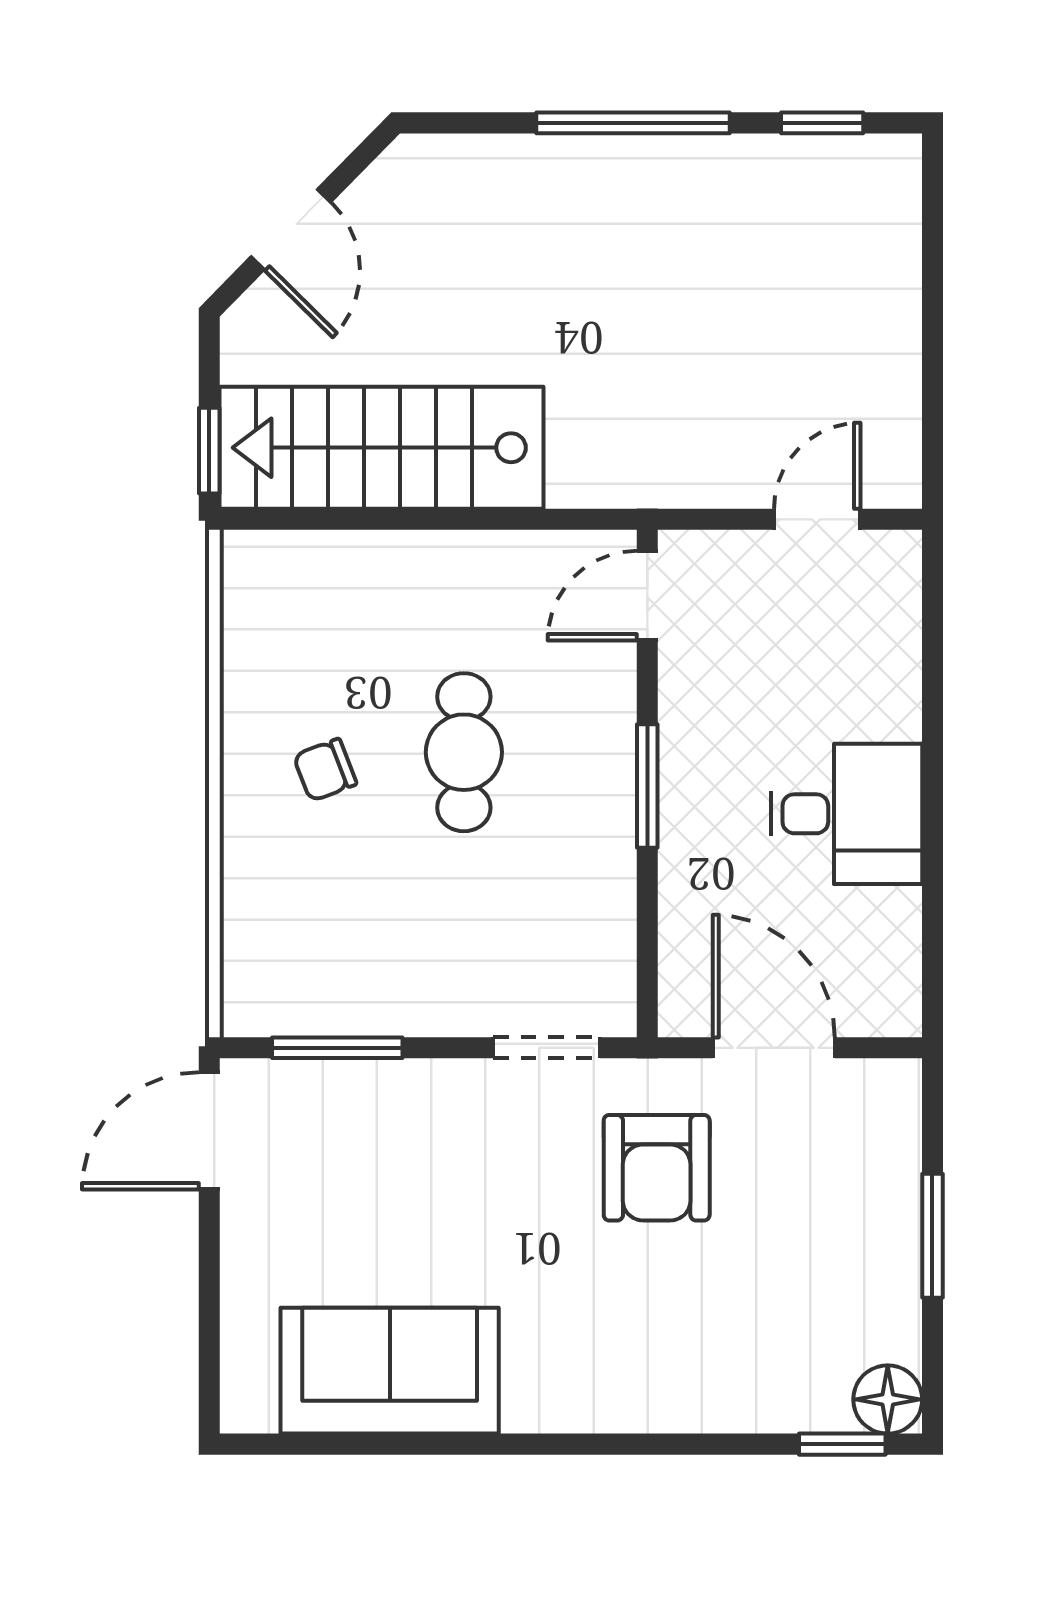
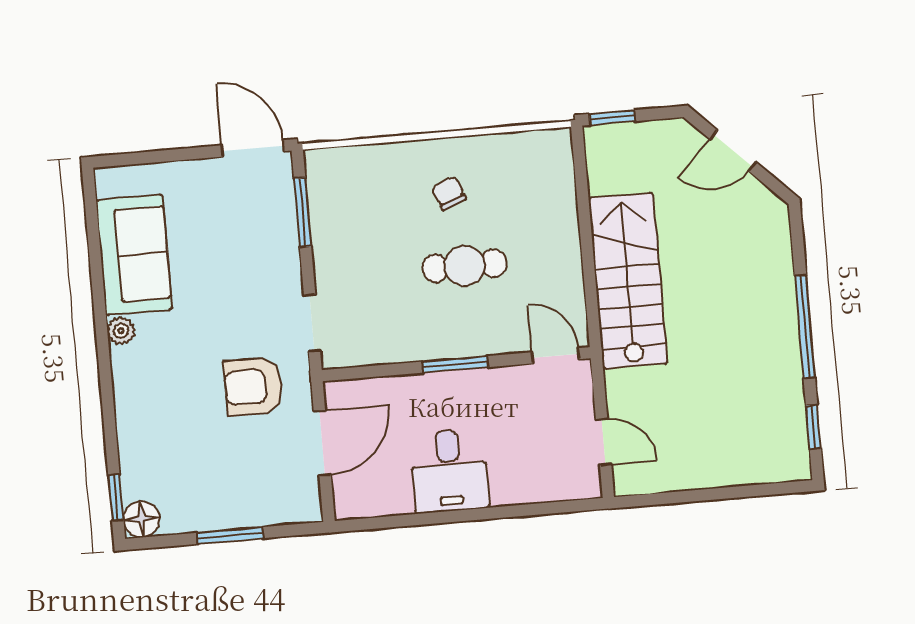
stairs: (382, 448) -> (628, 281), moved
plant: (530, 1408) -> (121, 331), added

